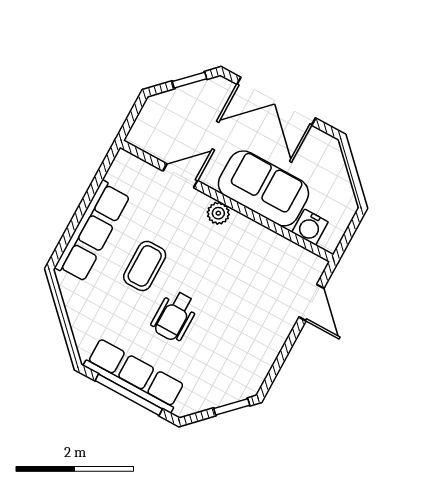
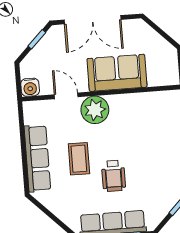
door: (180, 176) -> (66, 96), hinge flipped
plant: (218, 213) -> (95, 110), width x1.88, depth x1.88
water cooler: (310, 227) -> (30, 87), moved

